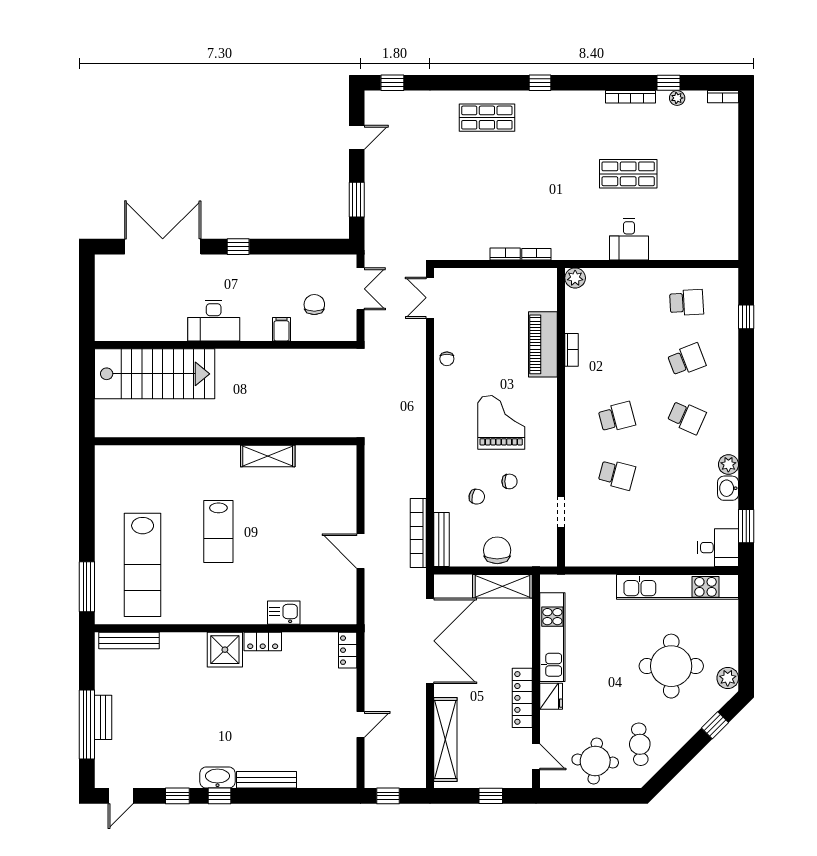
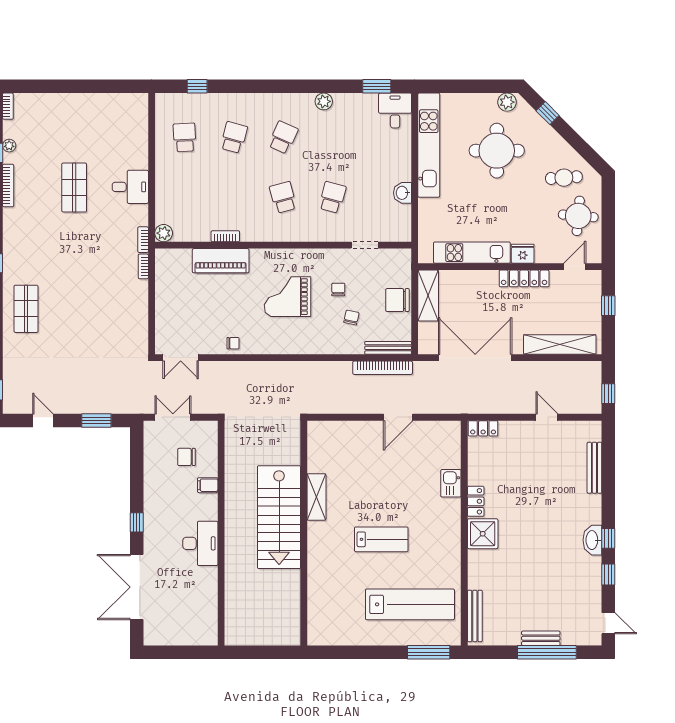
bookcase: (505, 254) -> (143, 240), moved
school desk: (687, 360) -> (234, 137), turned 36
stairs: (155, 374) -> (279, 517), moved, turned 180
washbasin: (728, 488) -> (402, 193), moved, turned 90
bench: (266, 780) -> (594, 468), moved

